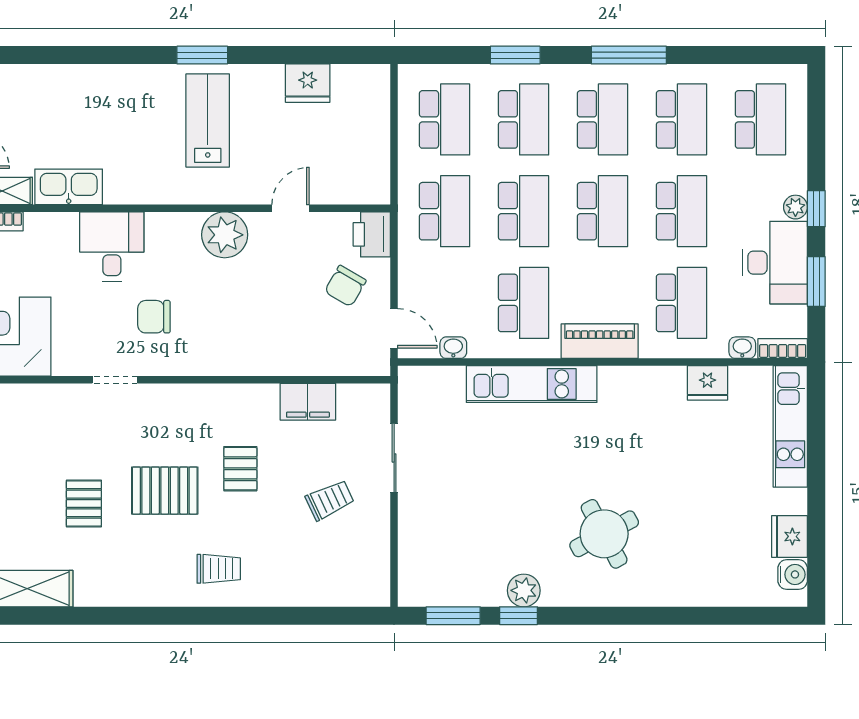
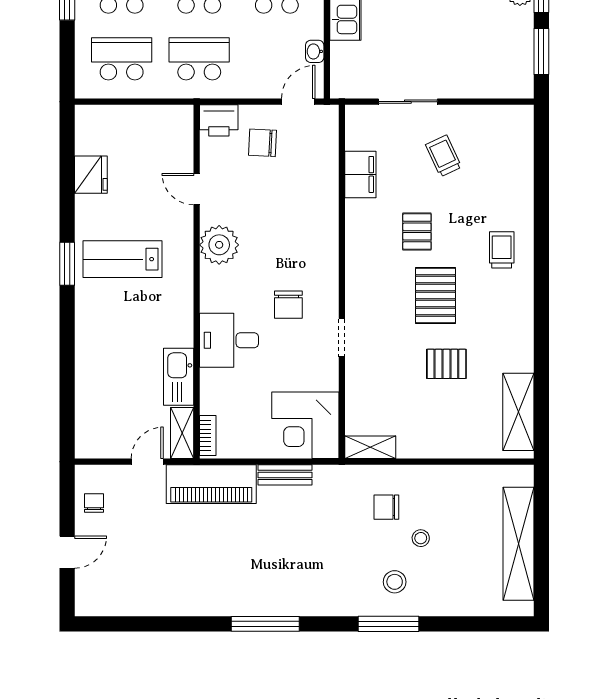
chair: (345, 286) -> (263, 143), turned 153
pallet: (240, 469) -> (417, 232), turned 90

